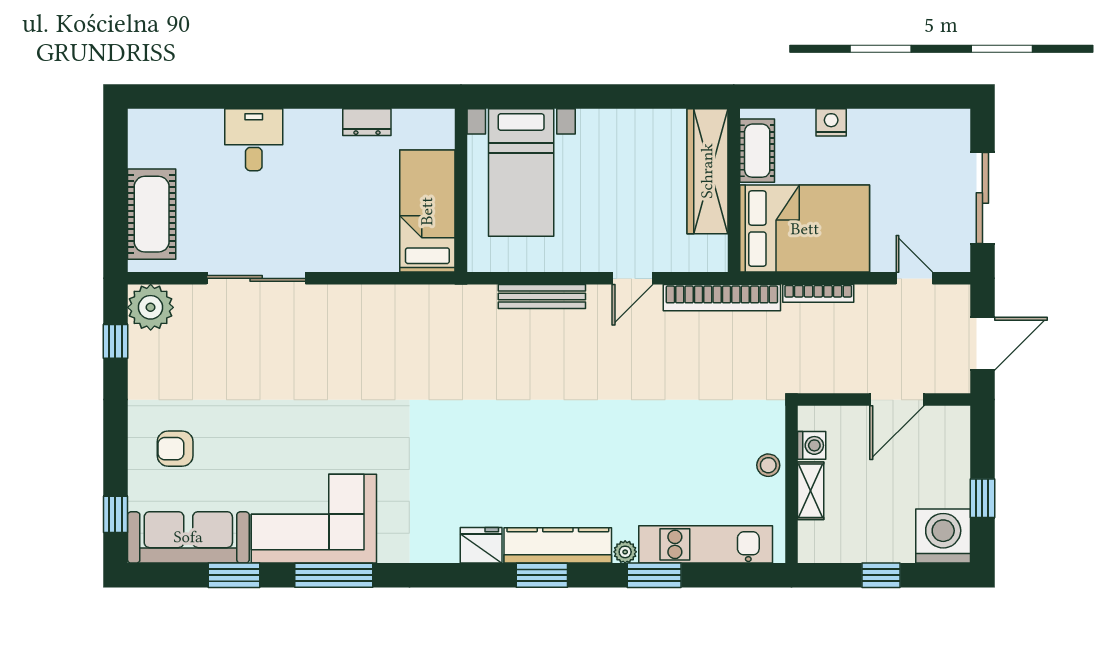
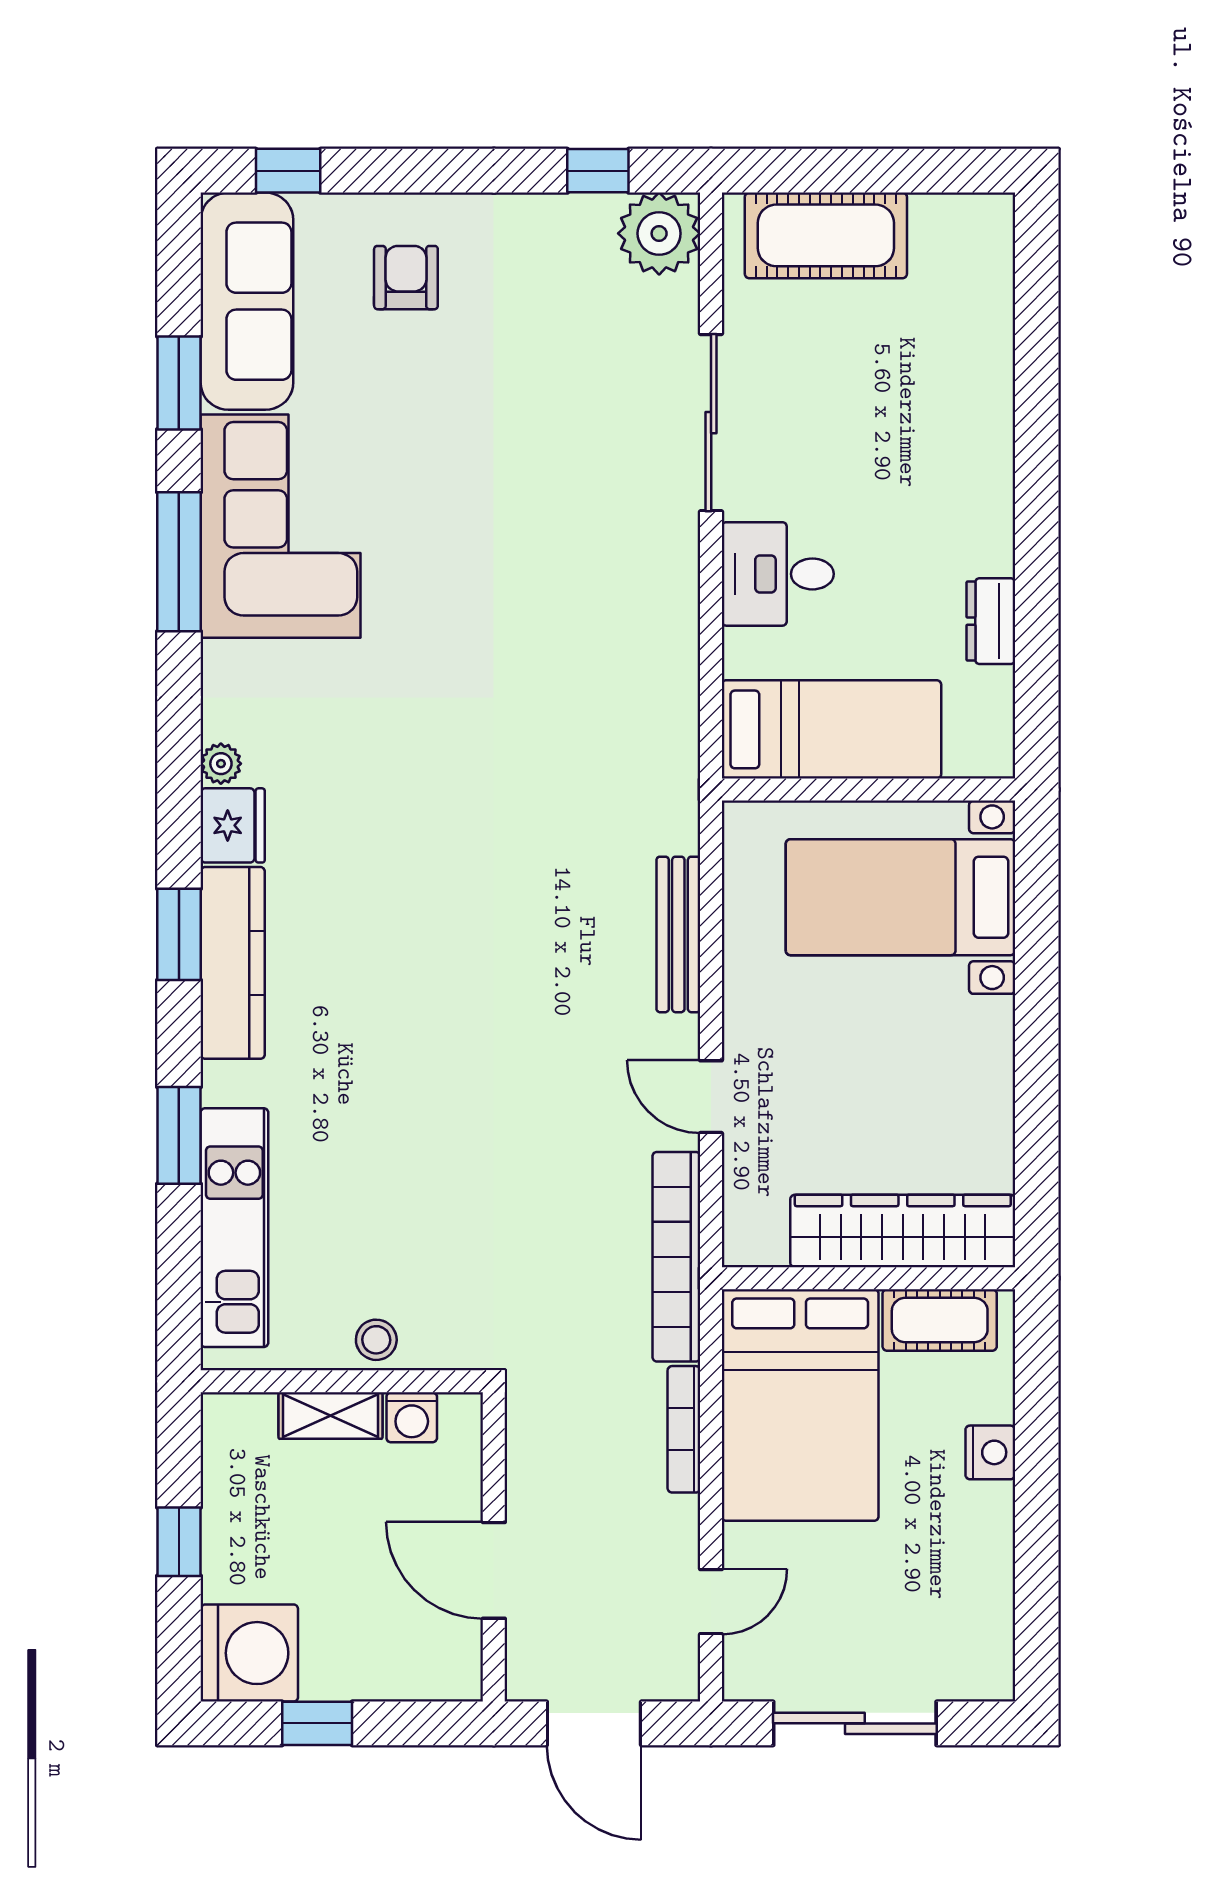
desk: (254, 140) -> (778, 574), moved, turned 180
plant: (625, 552) -> (221, 764), moved

